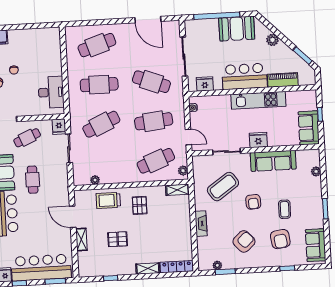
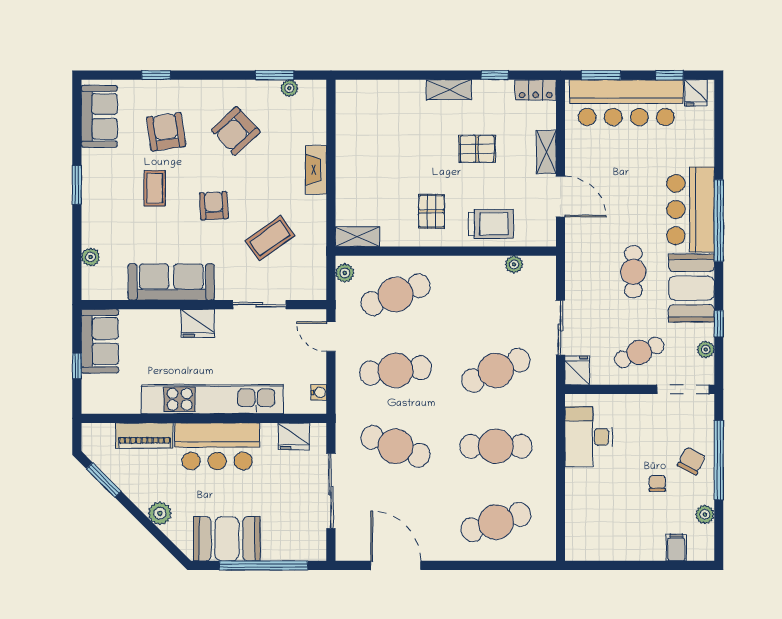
kitchen unit: (258, 100) -> (212, 399), width x1.36
coffee table: (223, 187) -> (270, 238), width x0.73, depth x0.76
locker: (177, 267) -> (536, 90), moved, width x0.66
shelving: (148, 268) -> (449, 90), moved

